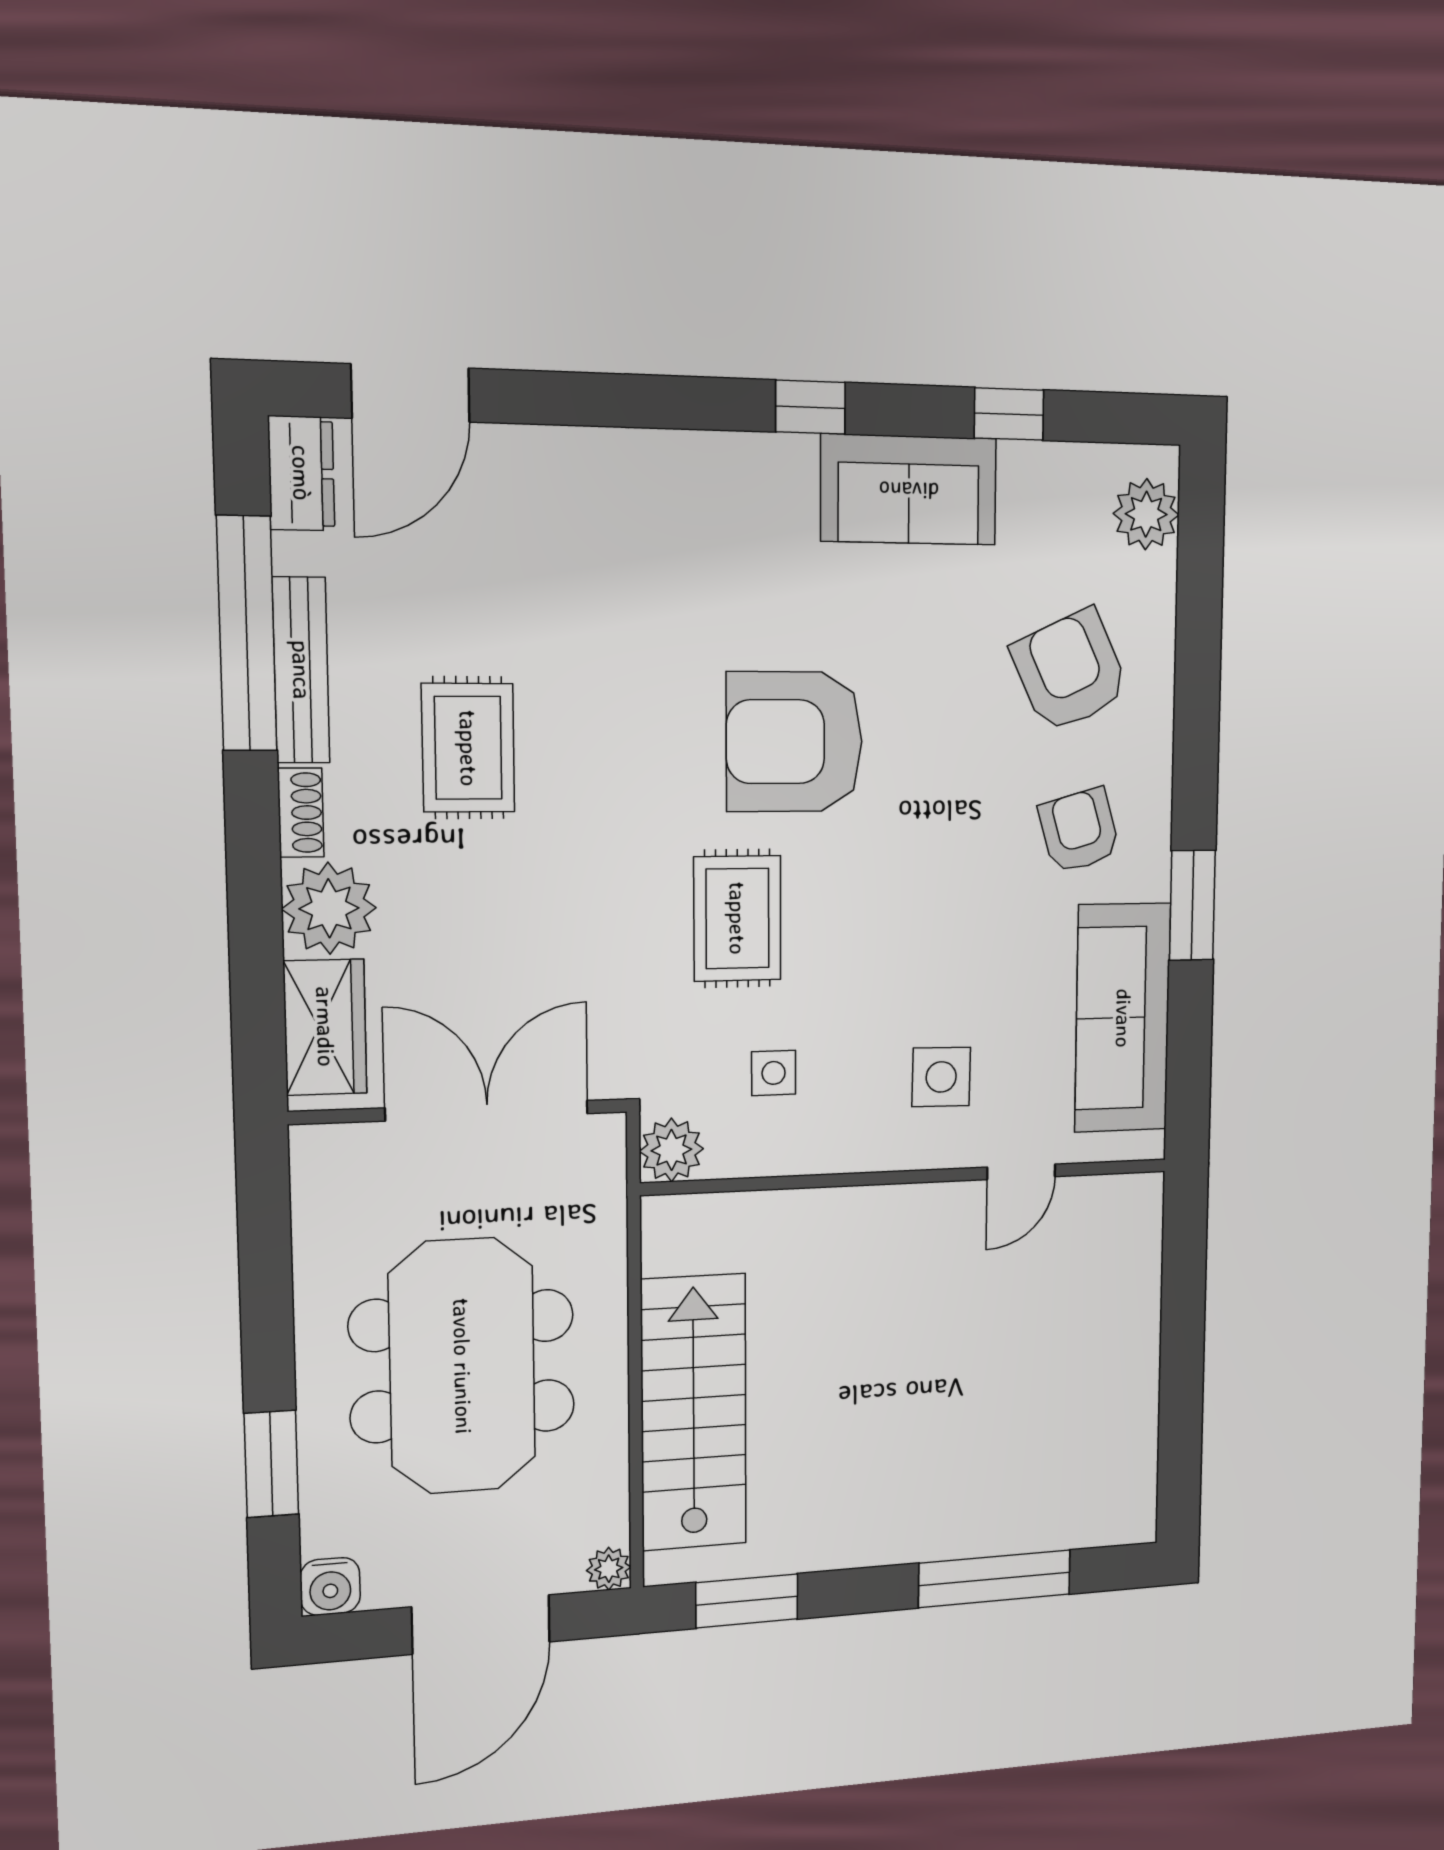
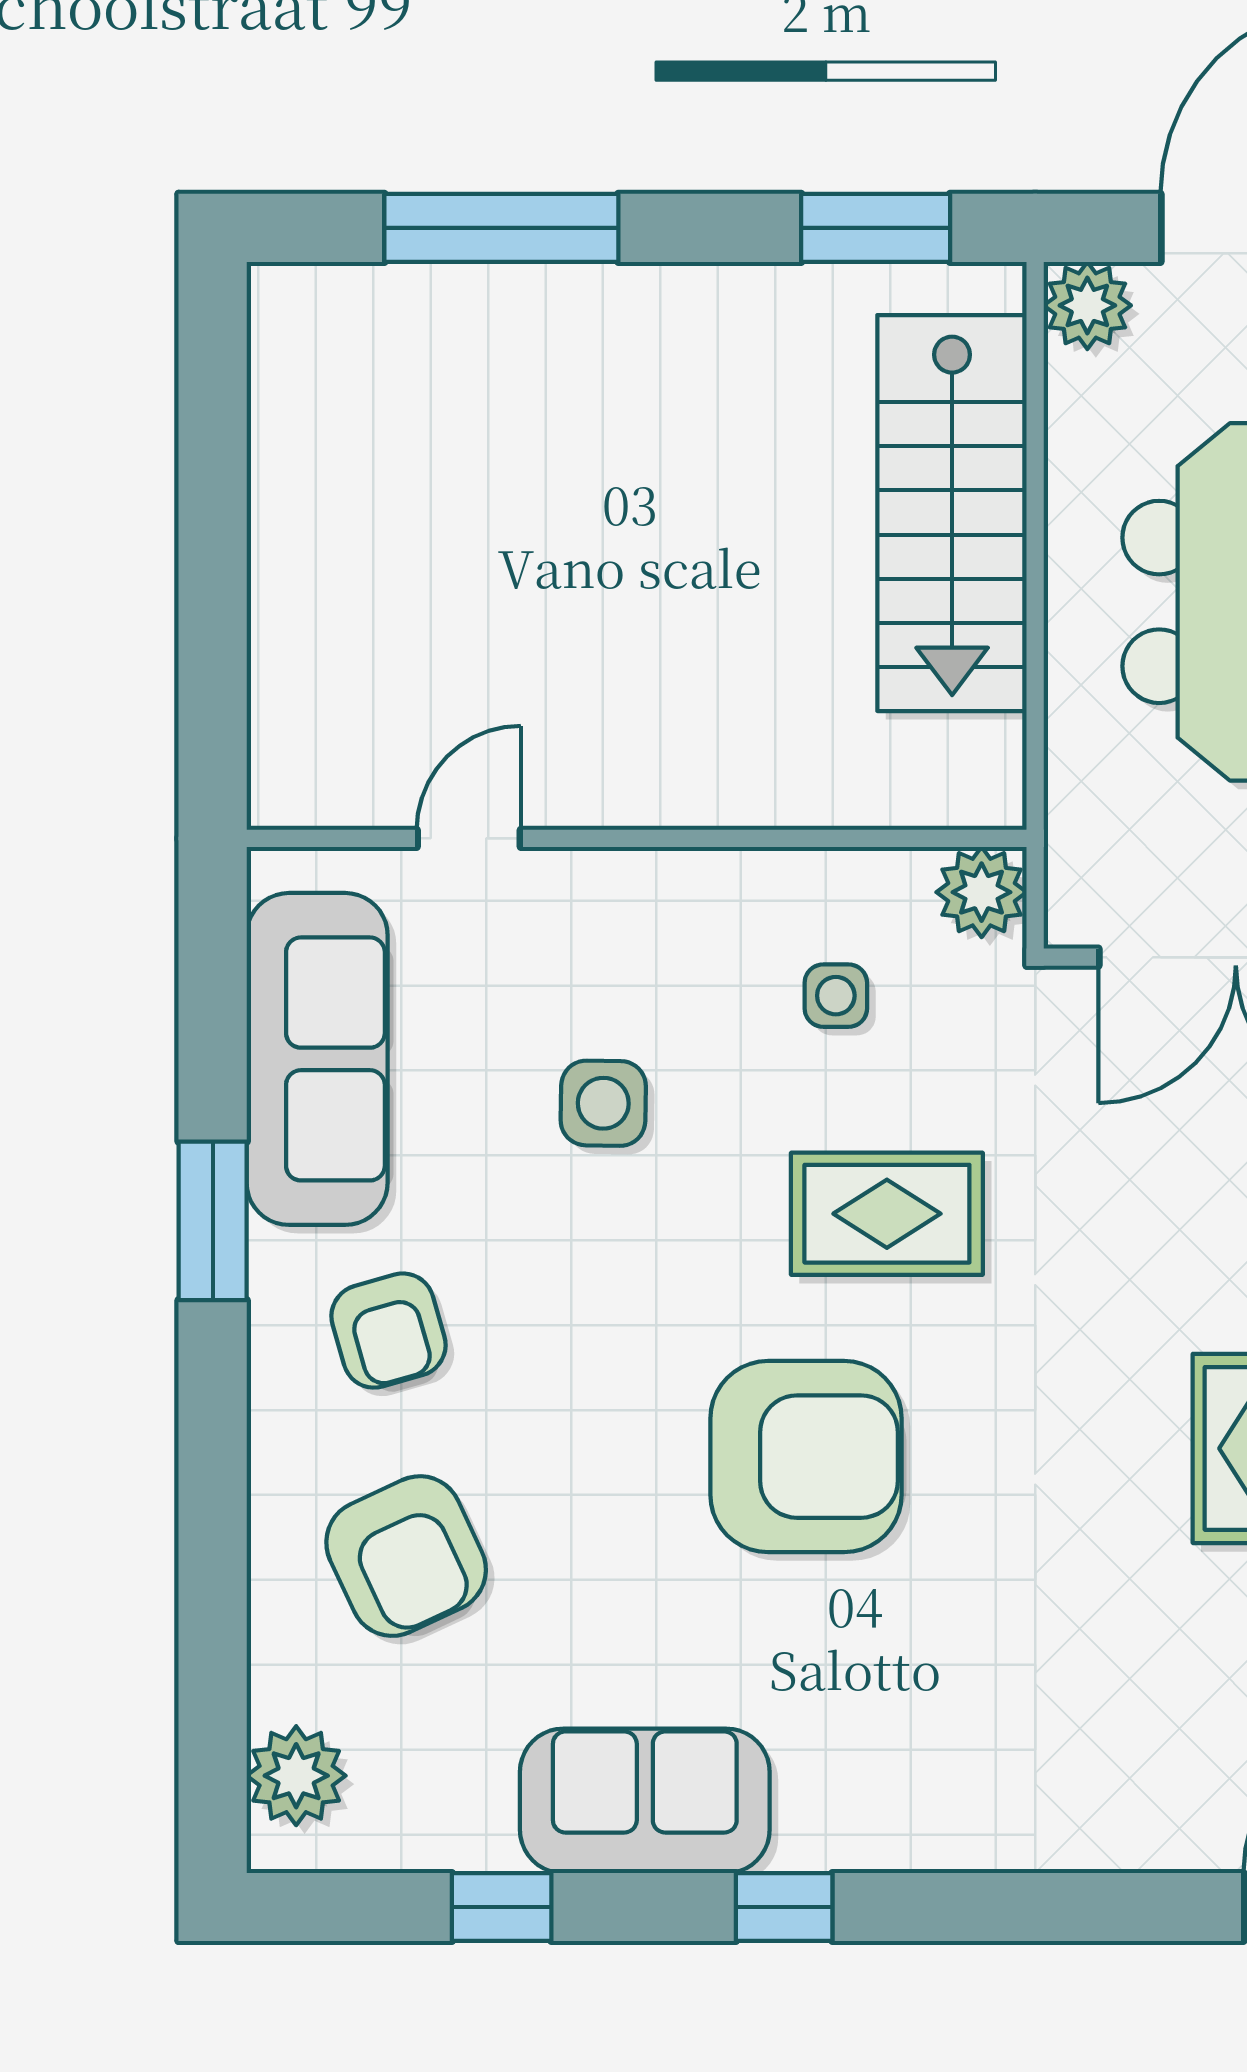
rug: (737, 918) -> (887, 1214), turned 90
side table: (941, 1077) -> (603, 1103), moved
plant: (609, 1569) -> (1087, 305), width x1.38, depth x1.38

